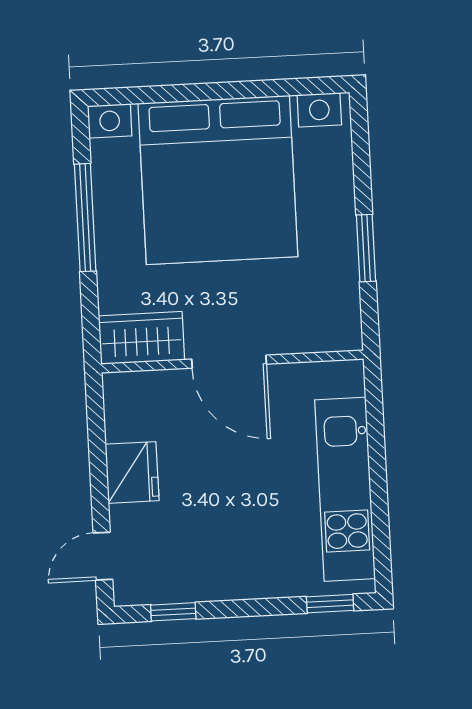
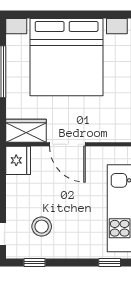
fridge: (132, 472) -> (18, 160), moved
stool: (184, 536) -> (42, 227), added

